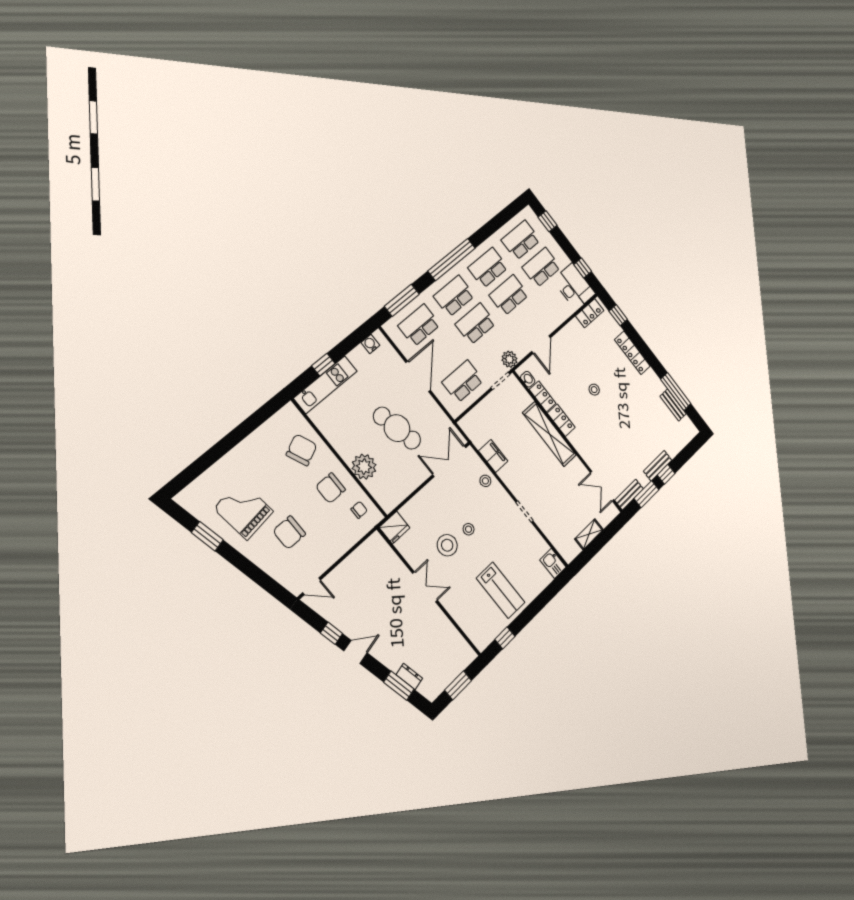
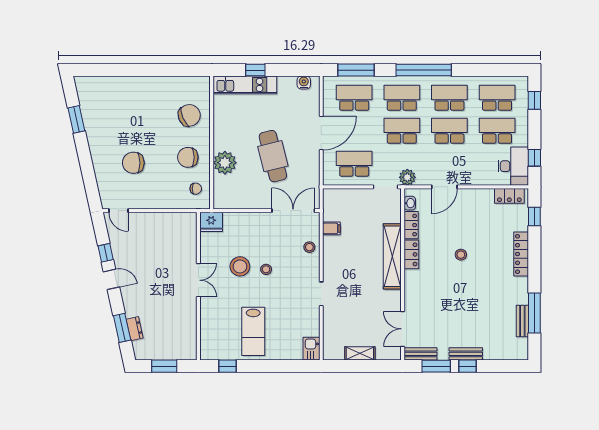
filing cabinet: (493, 456) -> (331, 228), width x0.50
grand piano: (244, 510) -> (115, 122), removed

